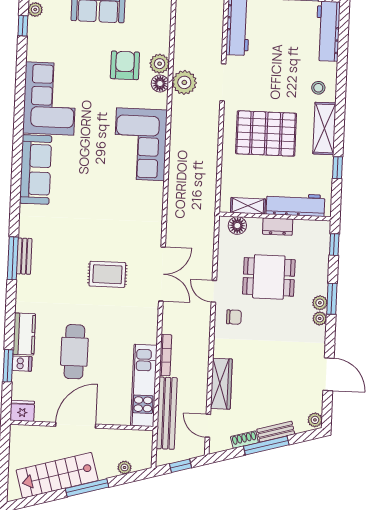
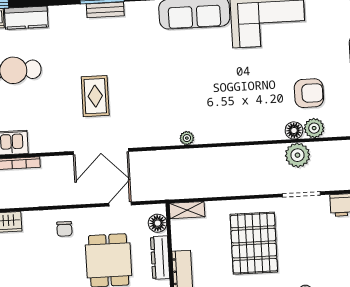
corner sofa: (140, 144) -> (230, 117), removed
plant: (157, 189) -> (187, 138), added
shelving: (248, 206) -> (187, 210), moved, turned 90
dresser: (278, 227) -> (160, 258), width x1.44
door: (214, 291) -> (120, 204), moved

